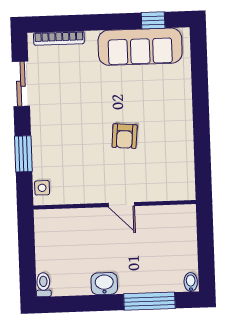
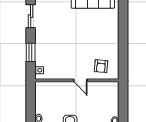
armchair: (125, 136) -> (101, 66), moved

